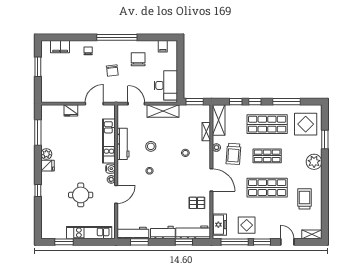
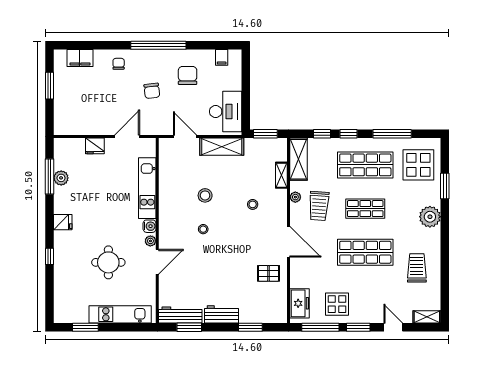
workbench: (123, 144) -> (167, 192), removed
plant: (46, 154) -> (61, 178), moved
workbench: (193, 232) -> (263, 314), removed

